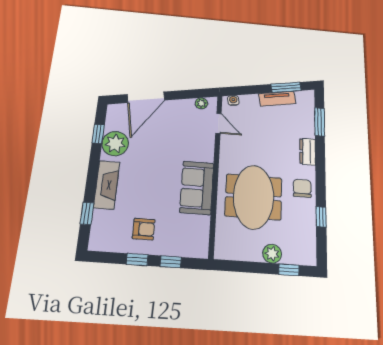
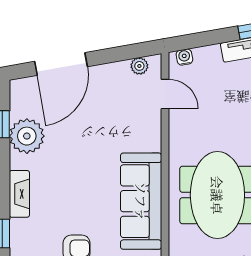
fireplace: (107, 185) -> (19, 194), width x0.73, depth x0.76
sofa: (197, 188) -> (141, 201), width x1.36

